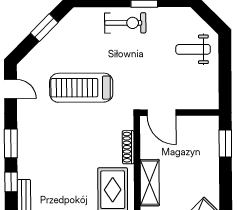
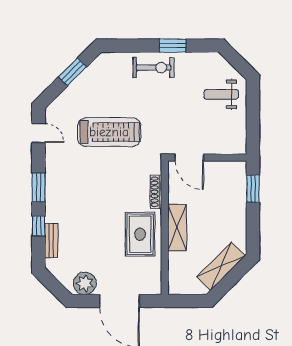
treadmill: (81, 88) -> (109, 132), turned 180

